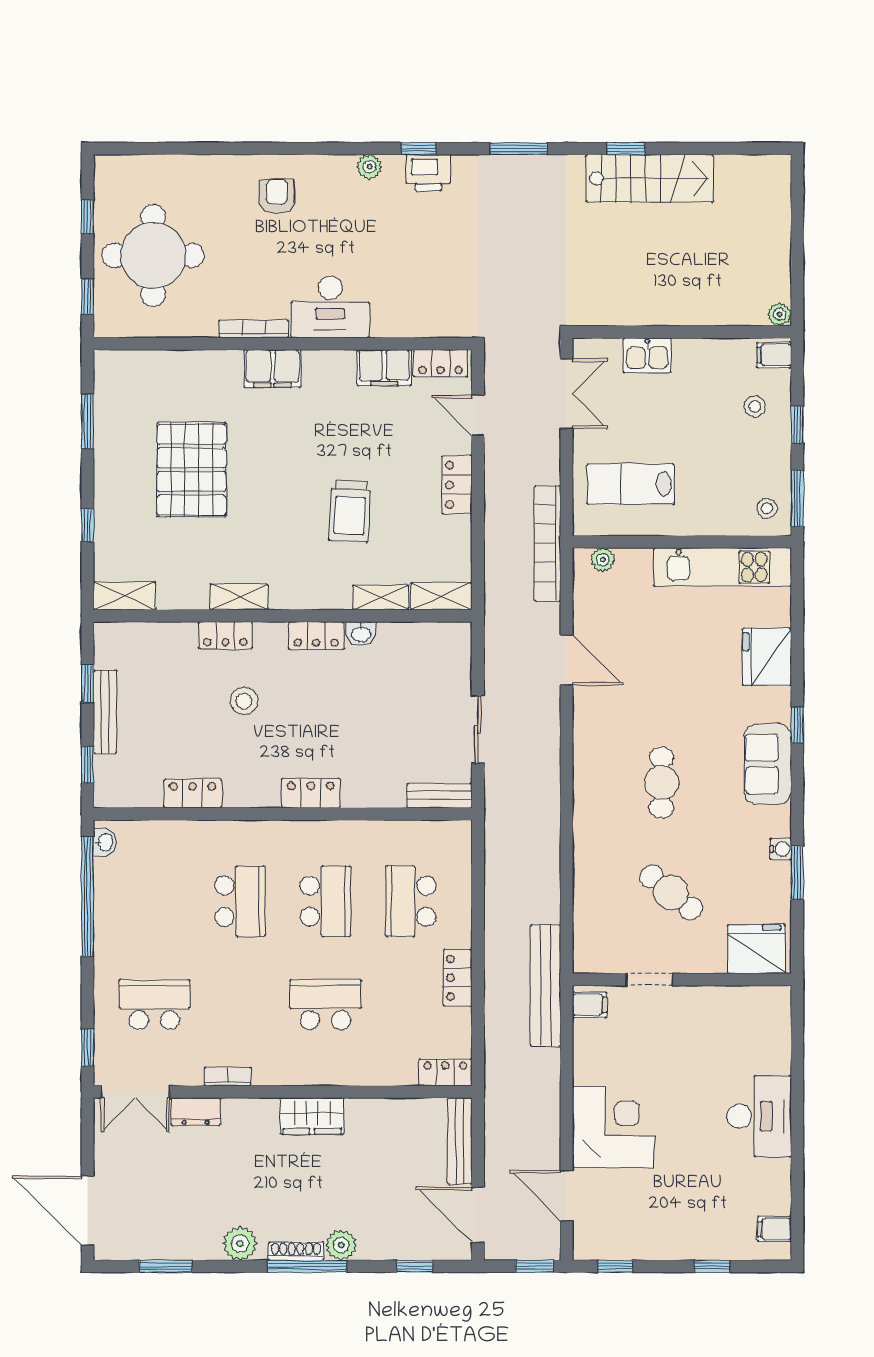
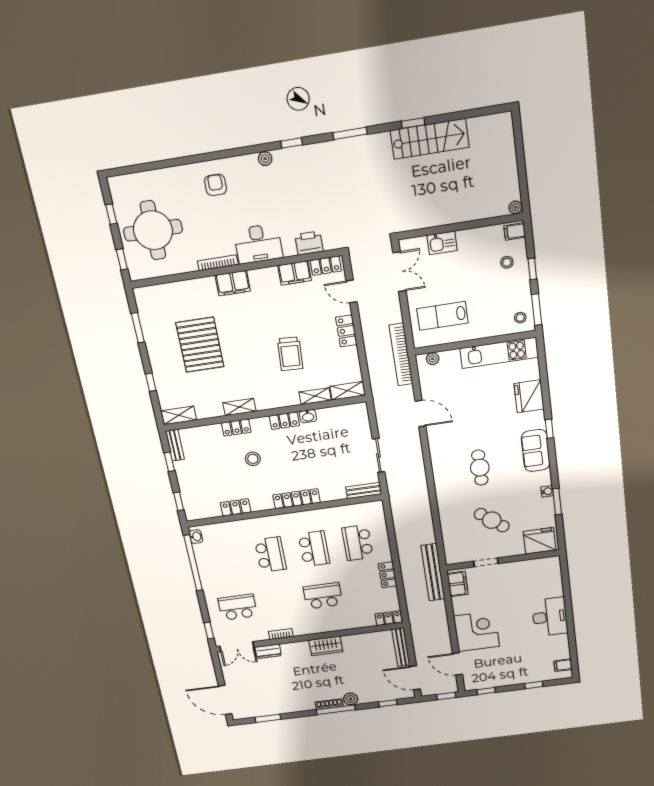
printer: (428, 173) -> (309, 243), moved, turned 180
bench: (105, 712) -> (175, 445), moved, width x0.73
locker: (311, 793) -> (297, 499), width x1.53
filing cabinet: (590, 1005) -> (458, 584), width x2.00
plant: (240, 1243) -> (302, 704), removed

